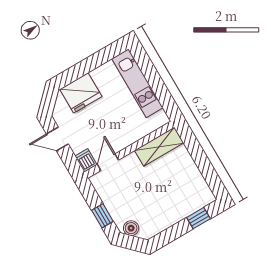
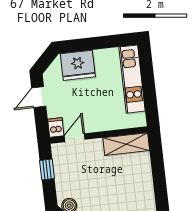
door: (57, 139) -> (39, 97), hinge flipped
window: (102, 216) -> (47, 170), moved

